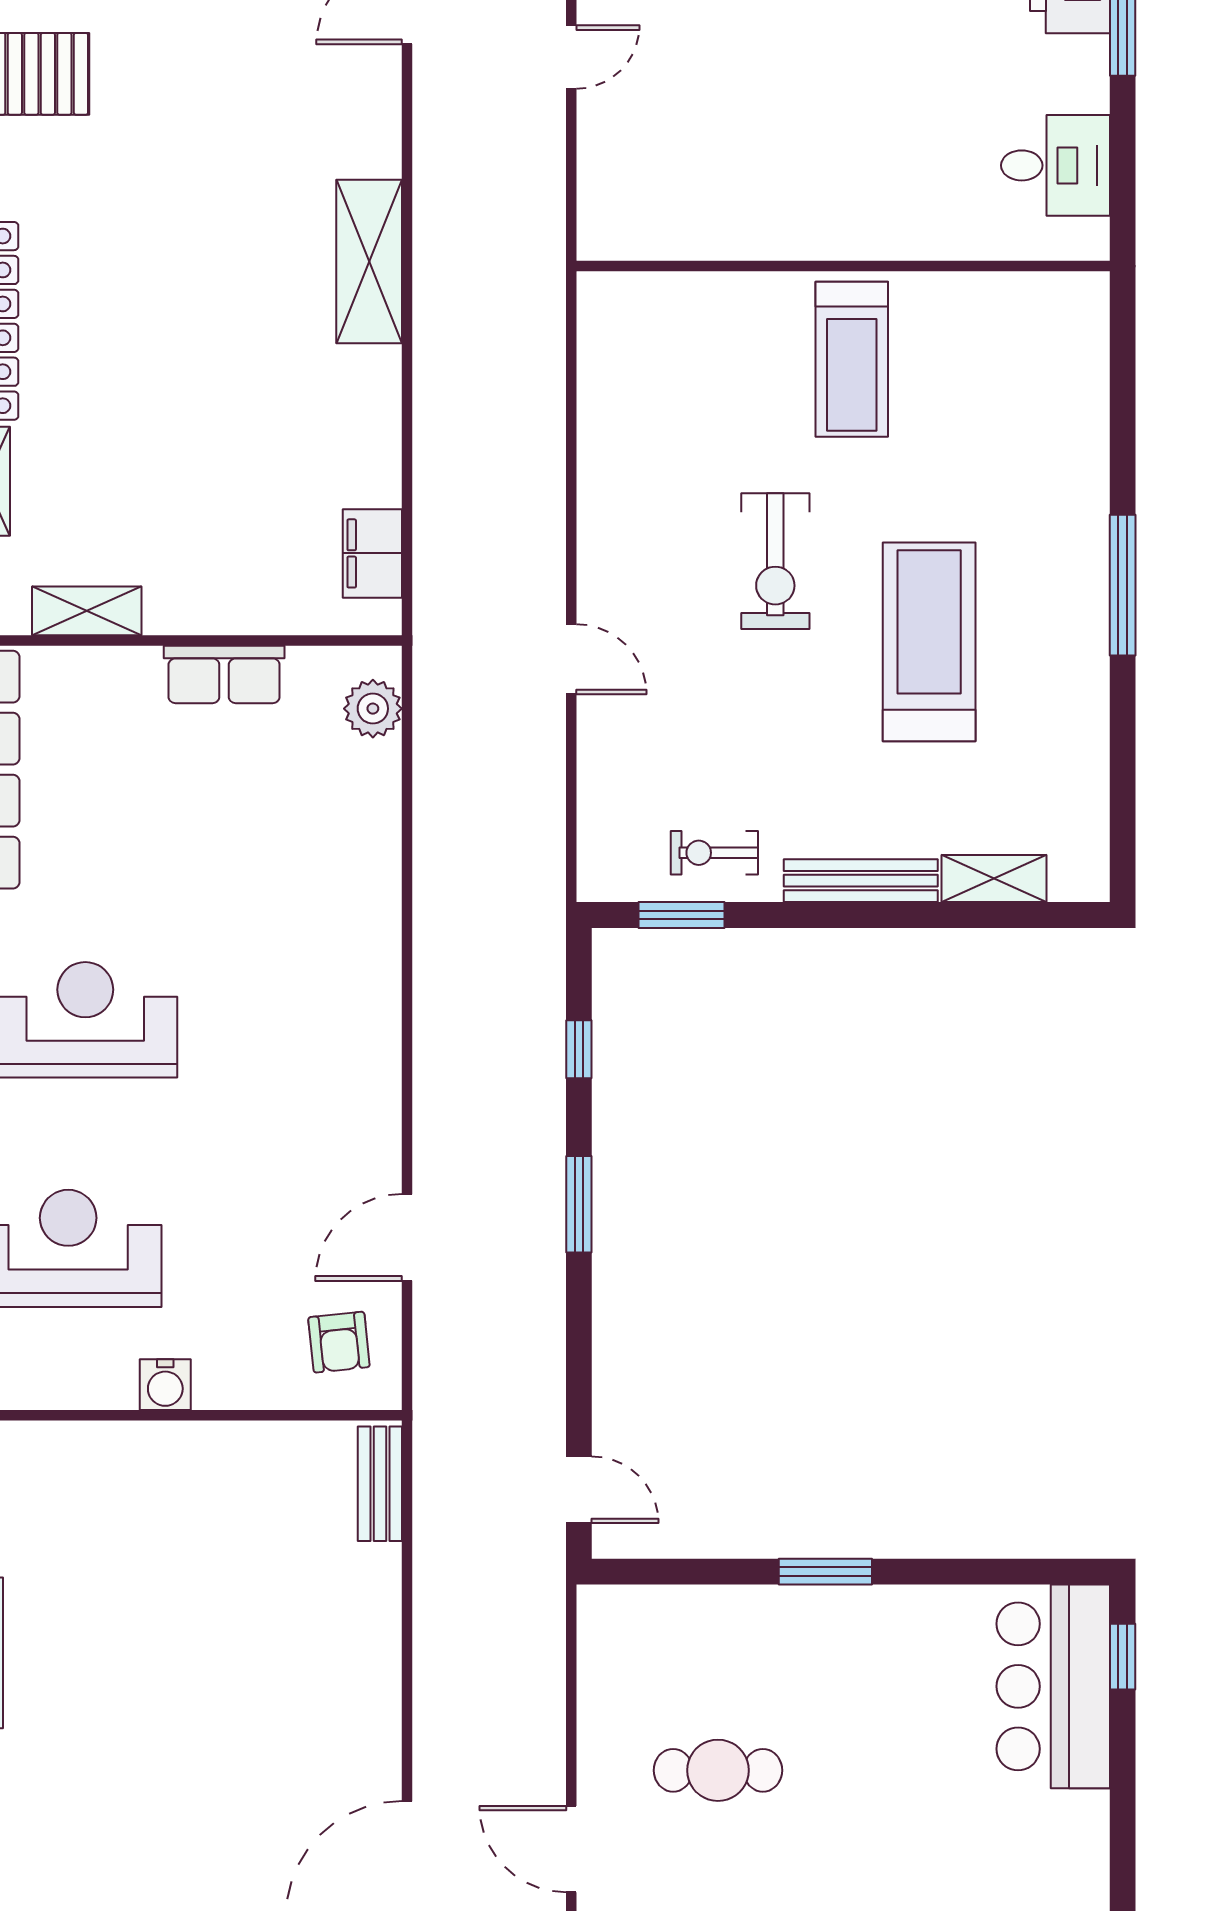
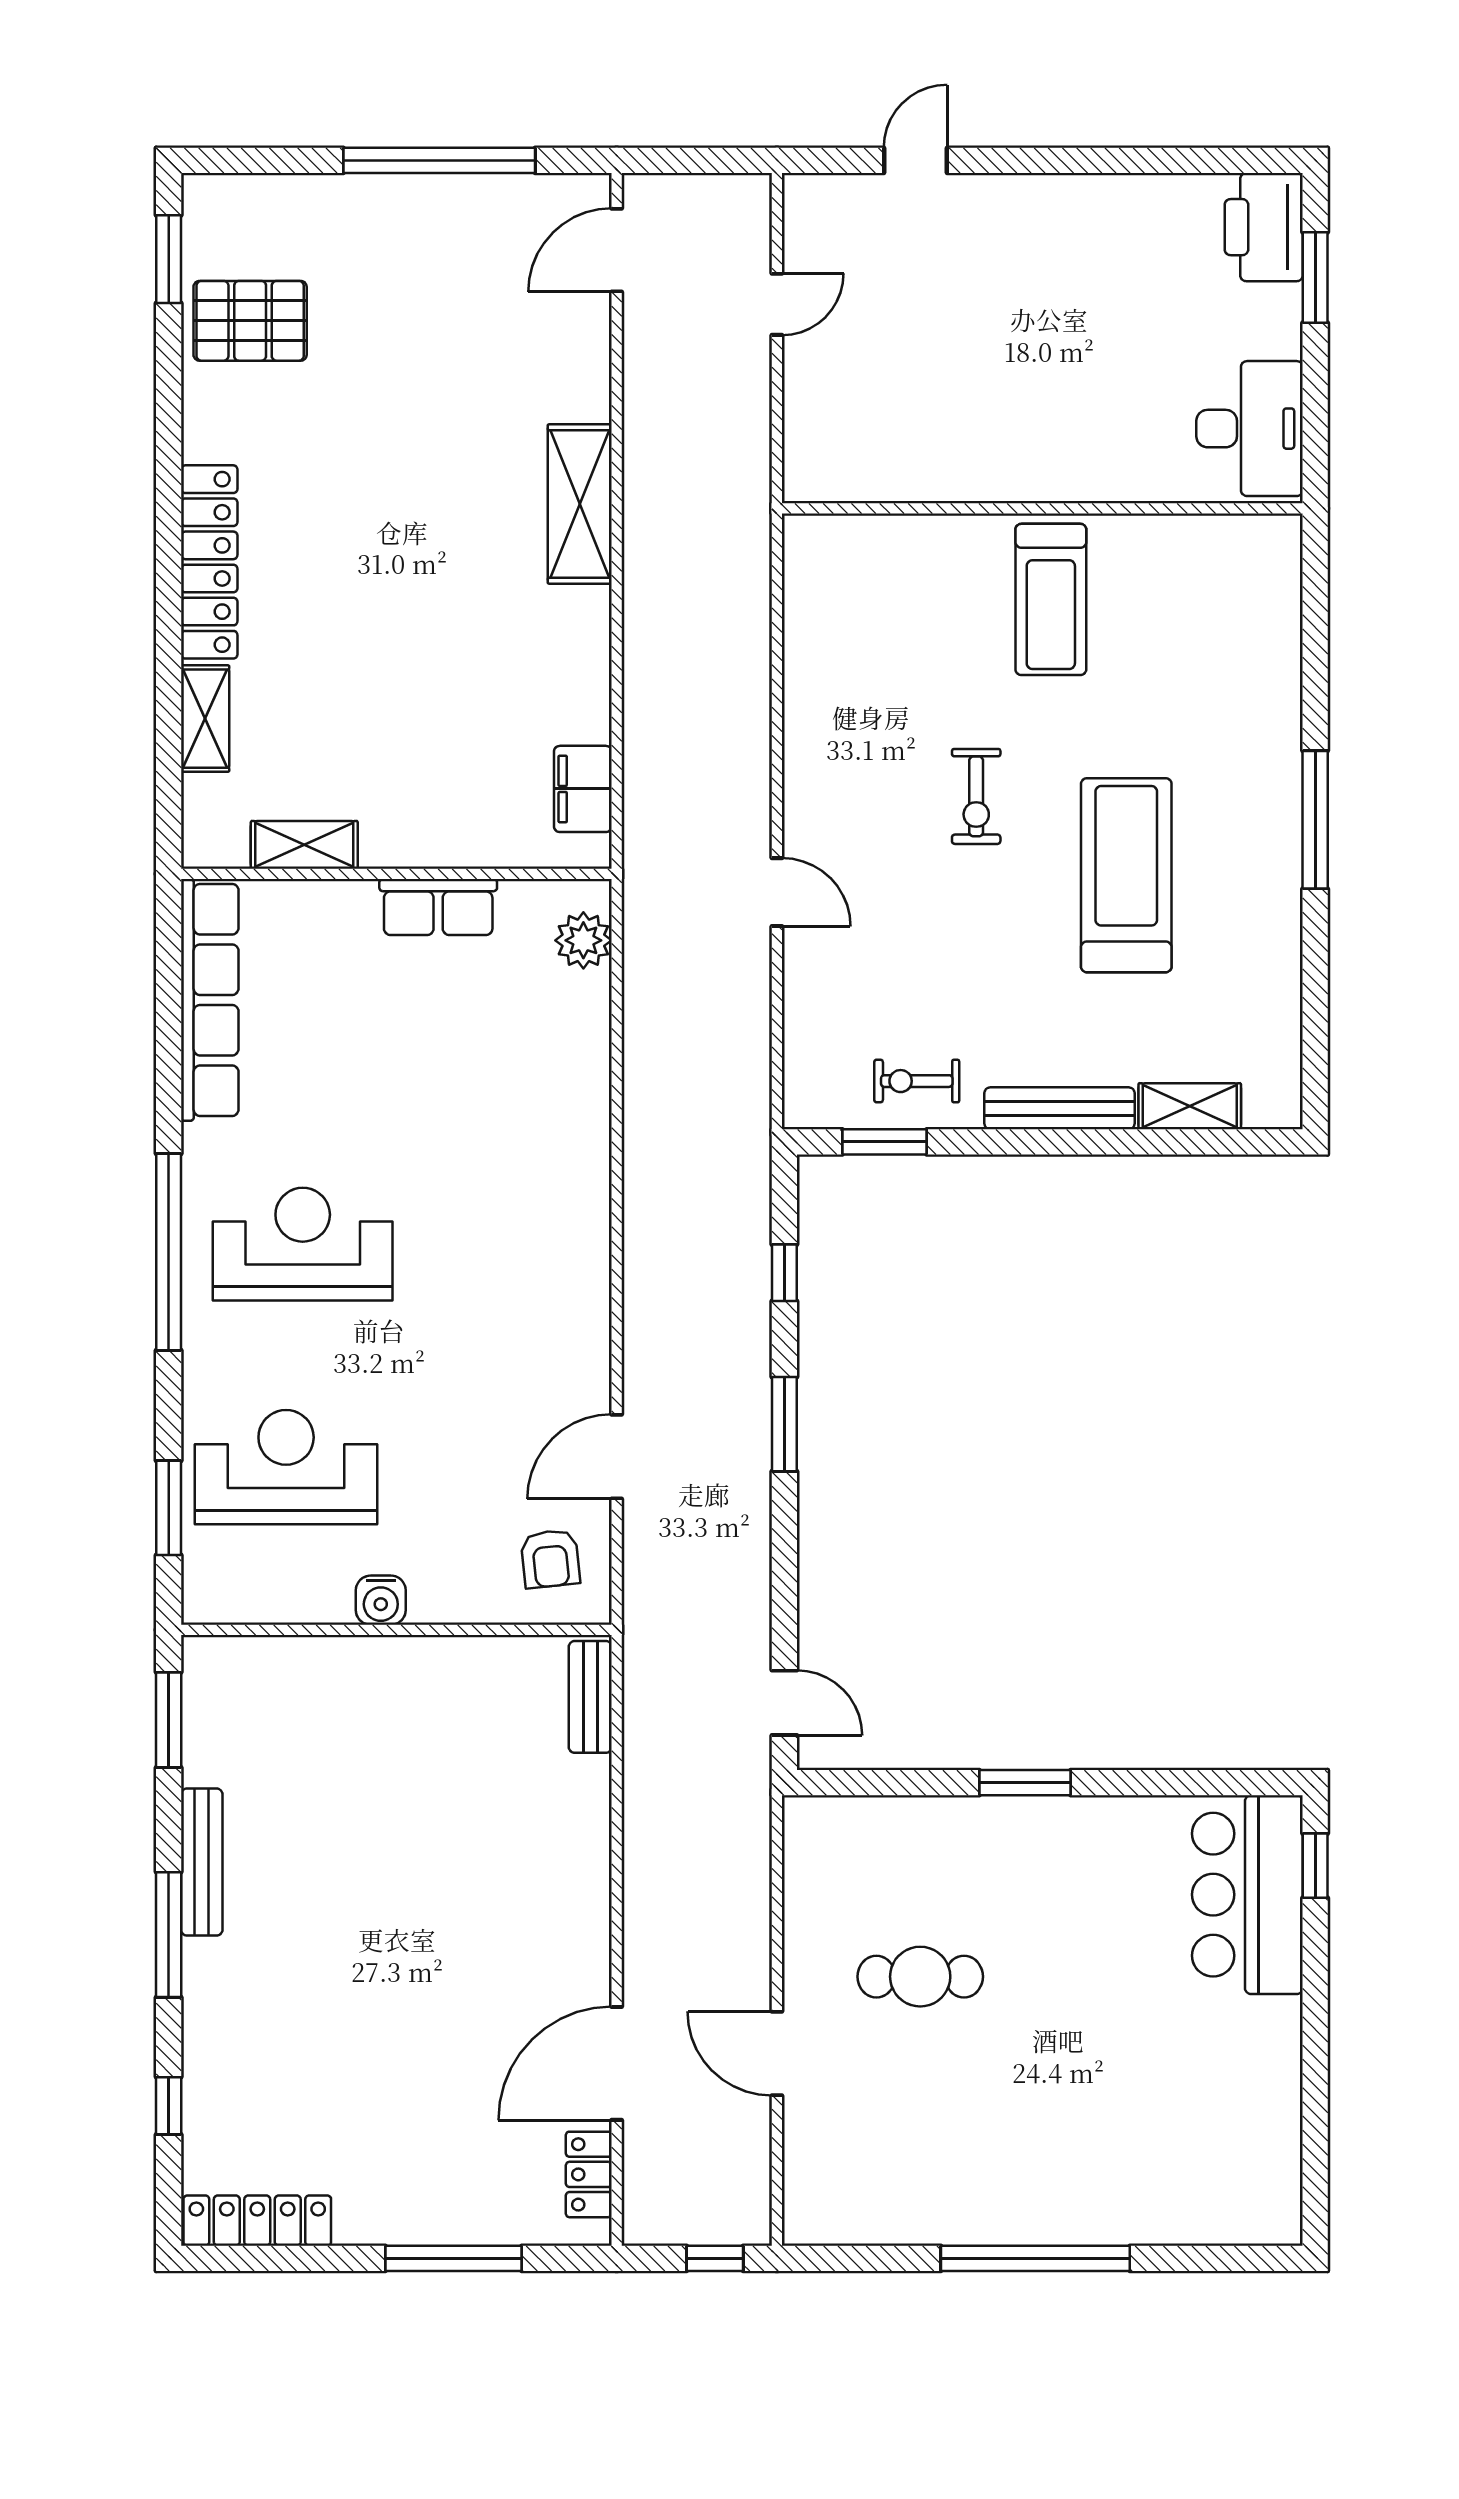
desk: (1055, 165) -> (1250, 429), width x1.37
exercise bike: (775, 561) -> (976, 796), width x0.73, depth x0.72

